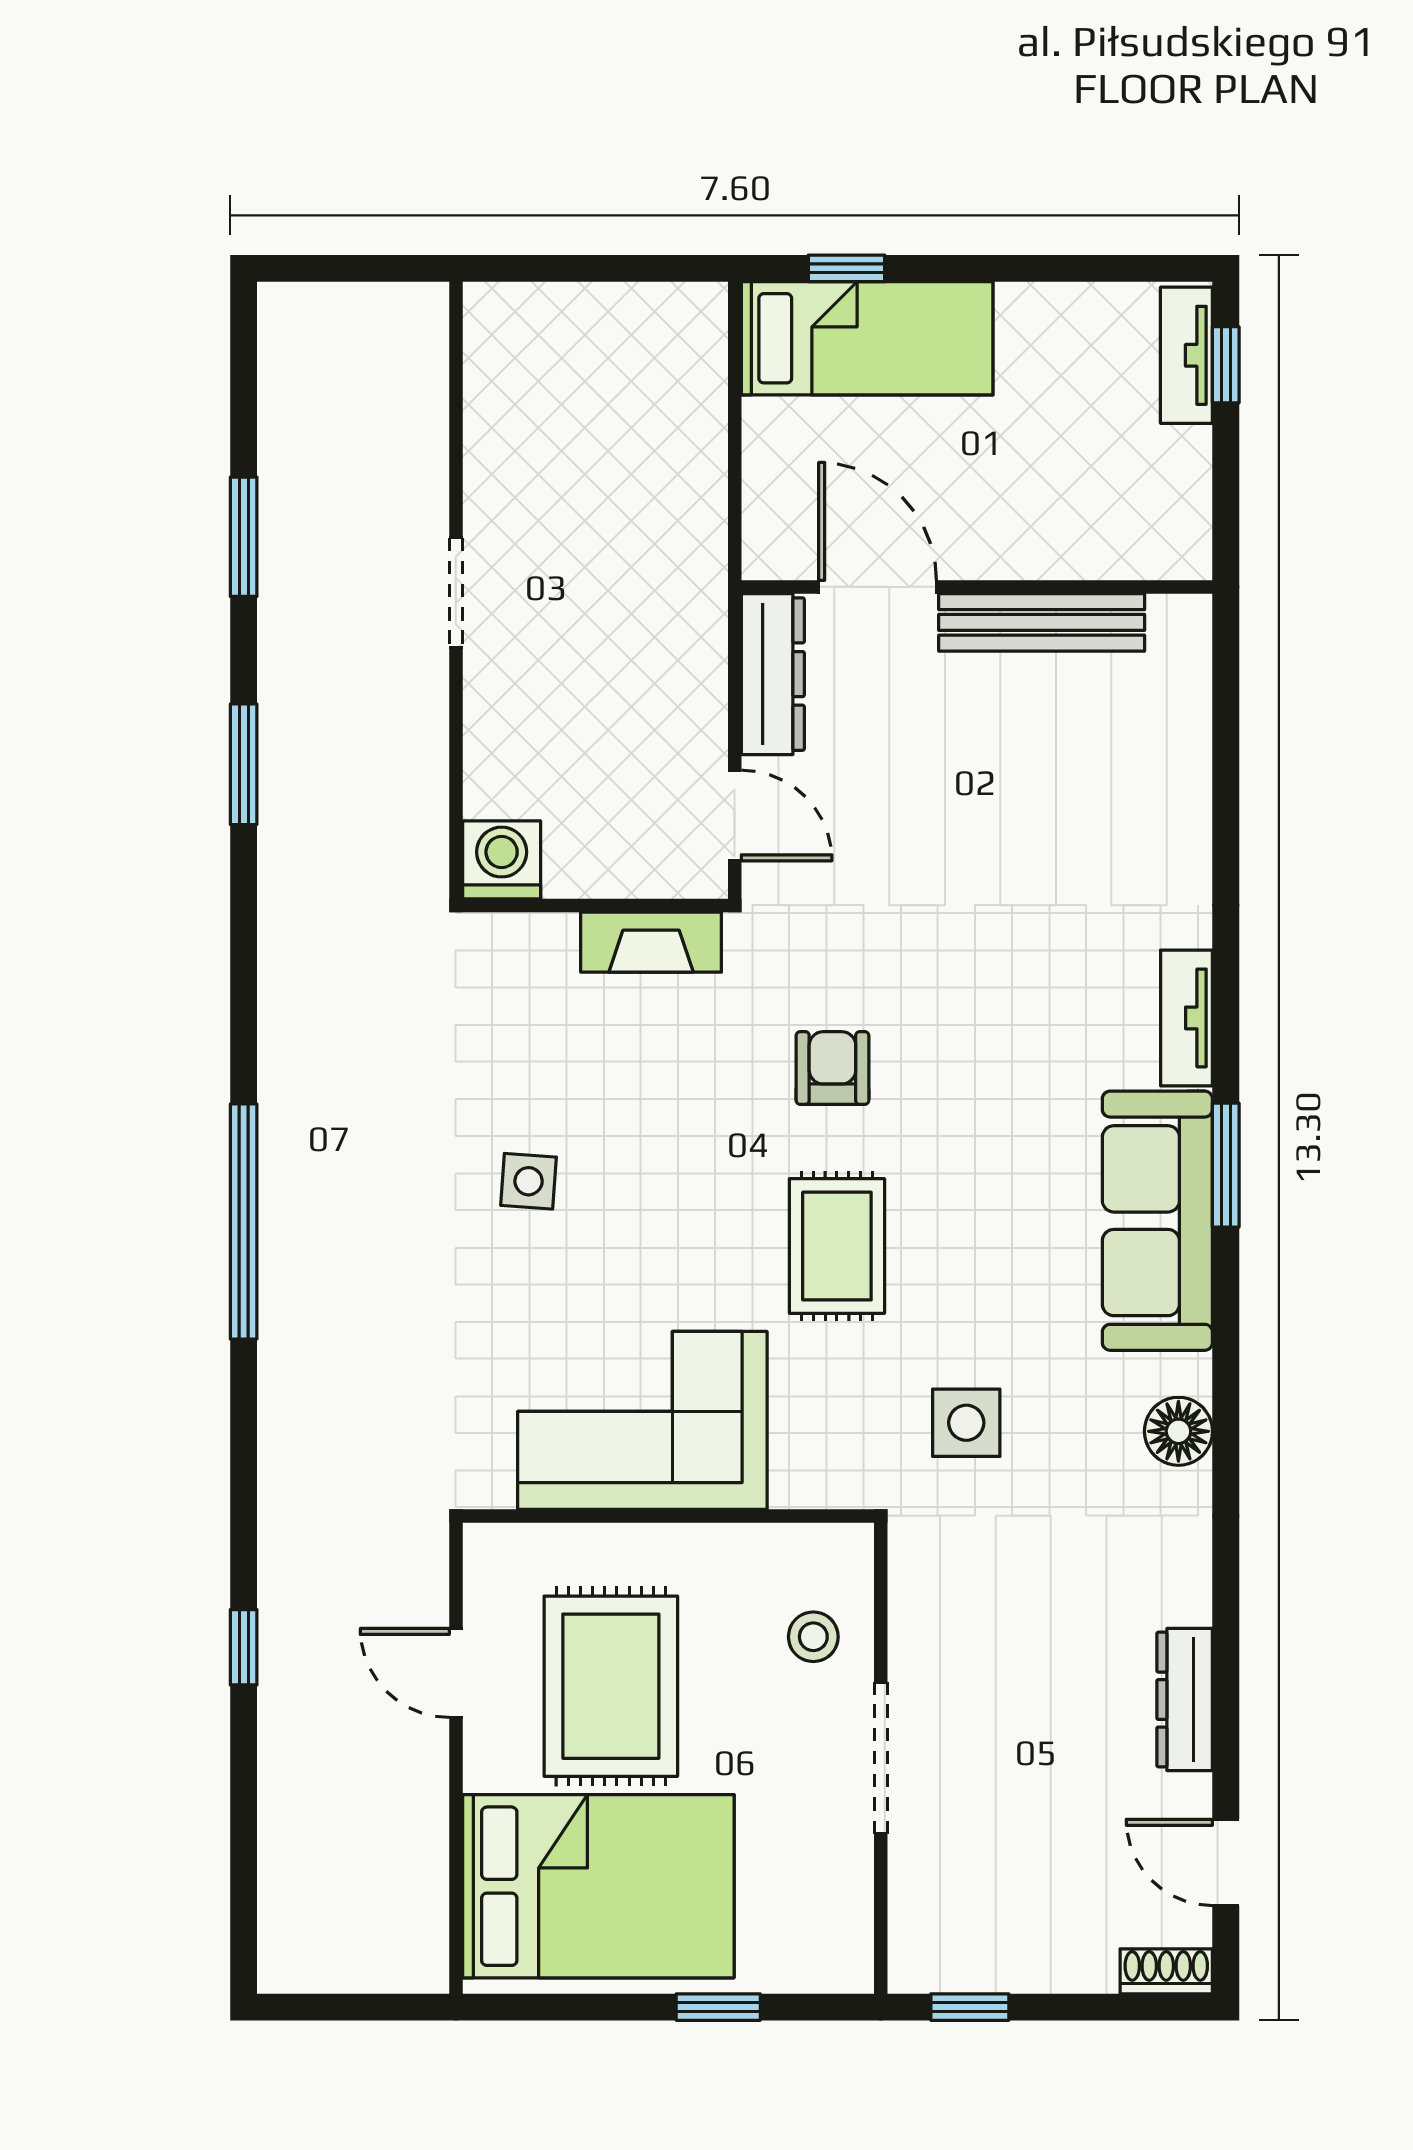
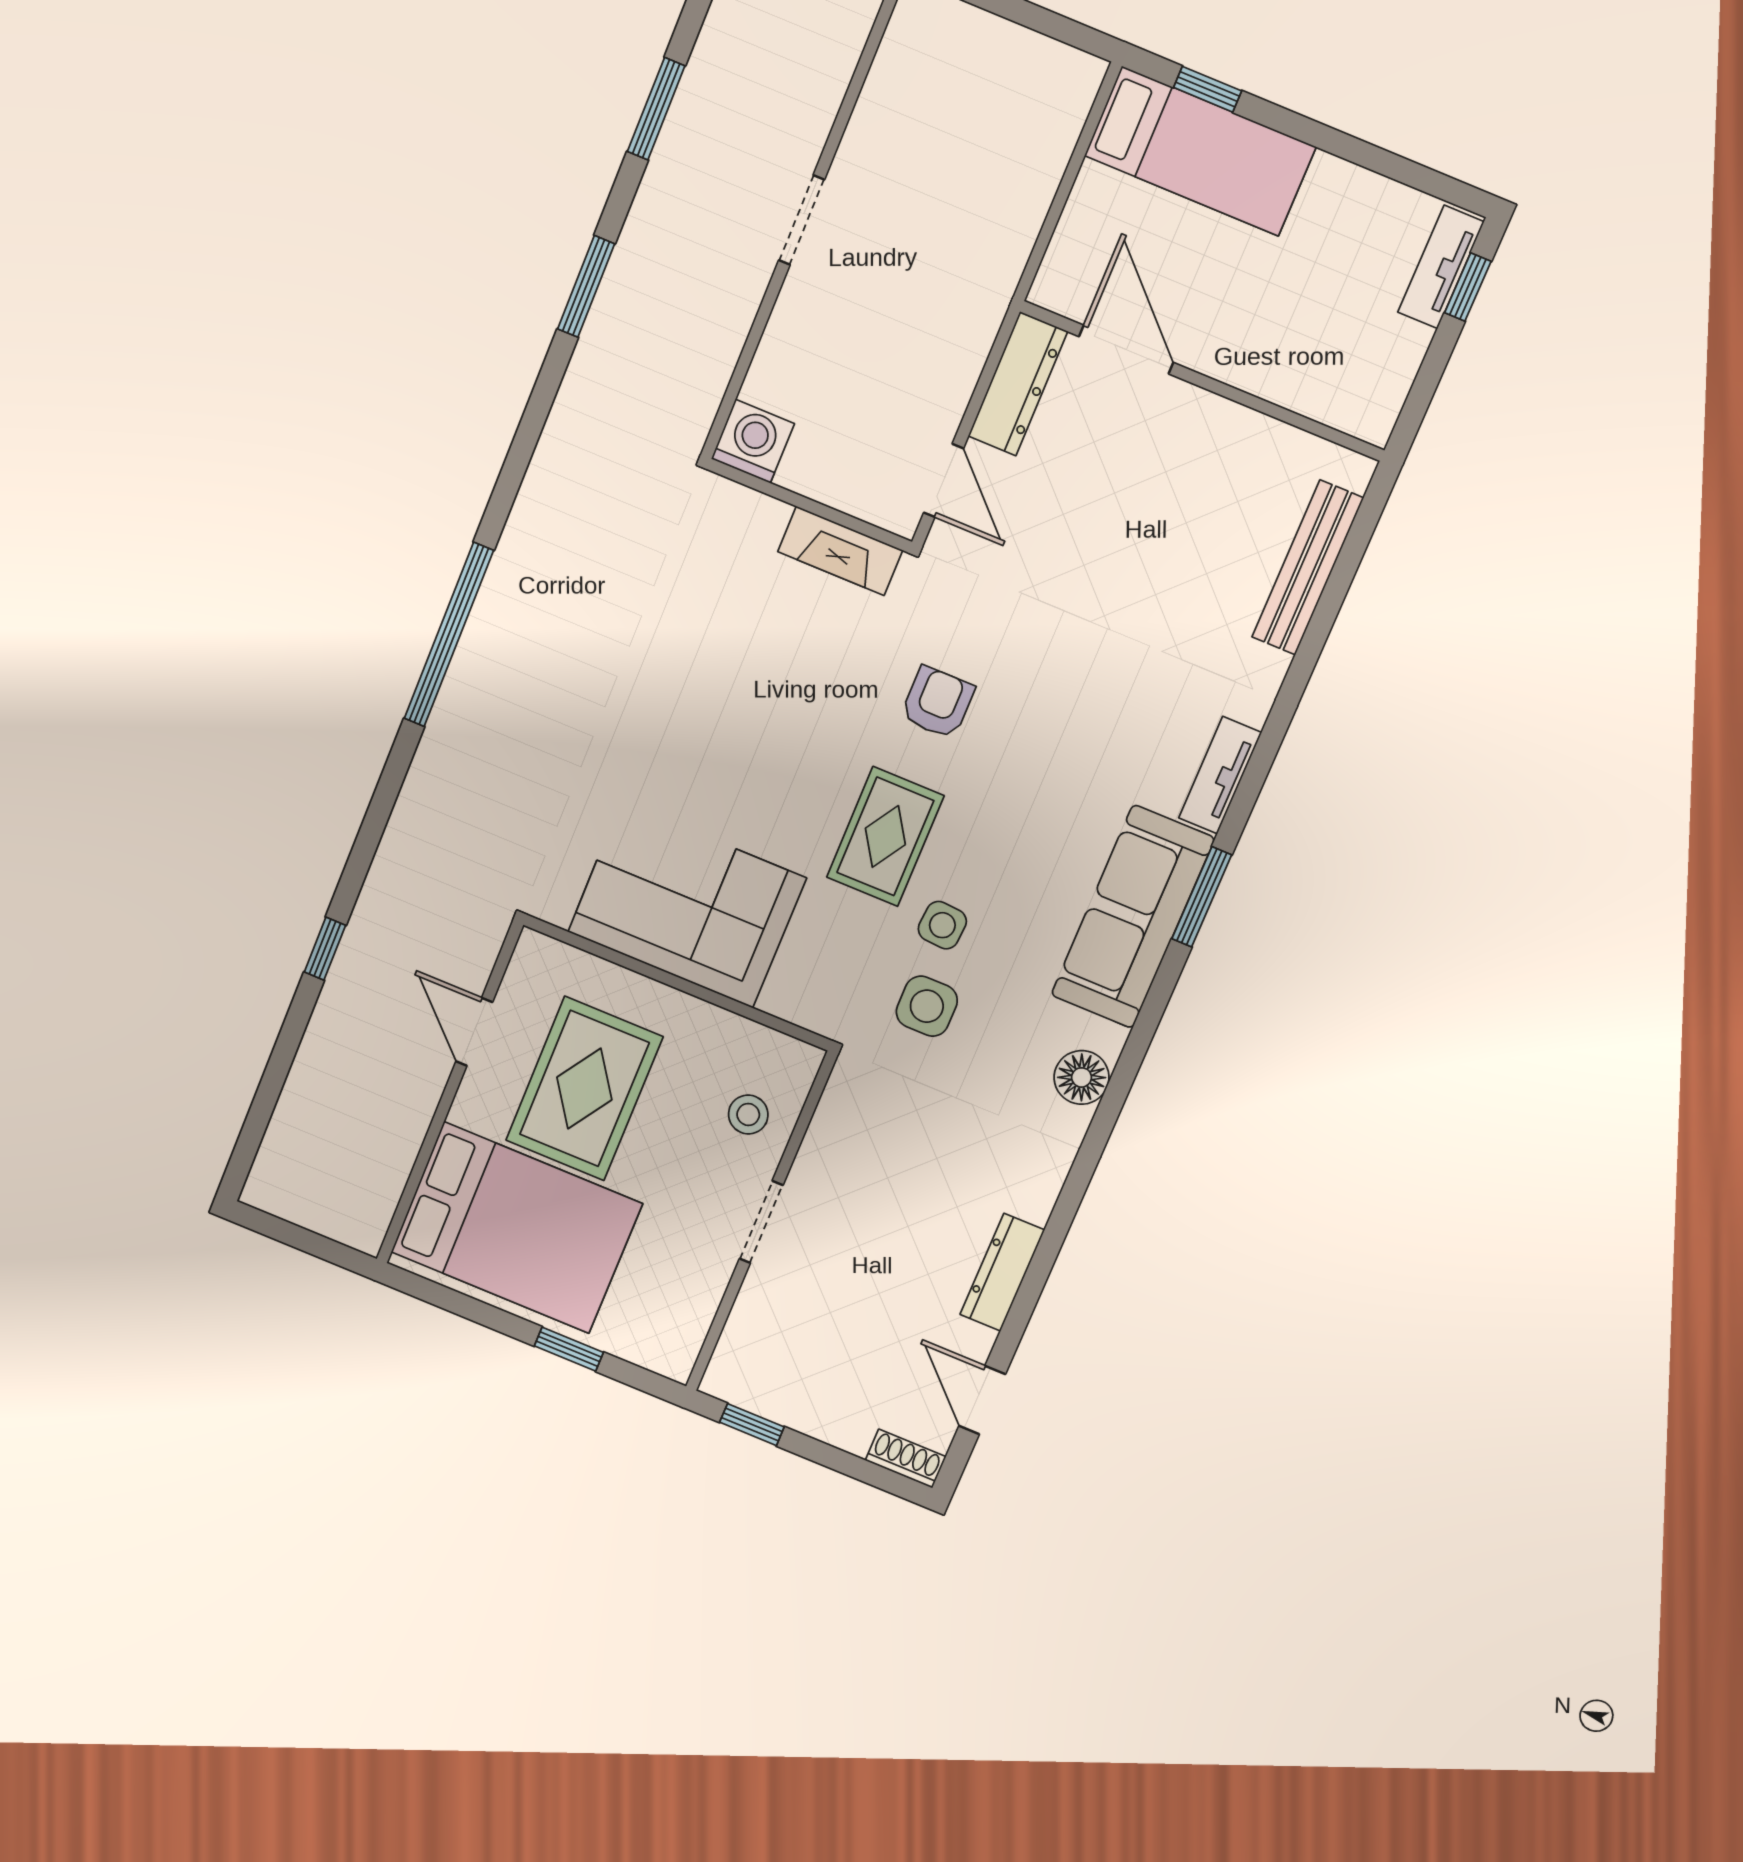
bench: (1042, 622) -> (1308, 568), moved, turned 90
side table: (529, 1181) -> (942, 925), moved
doorway: (881, 1758) -> (761, 1222), width x0.73

